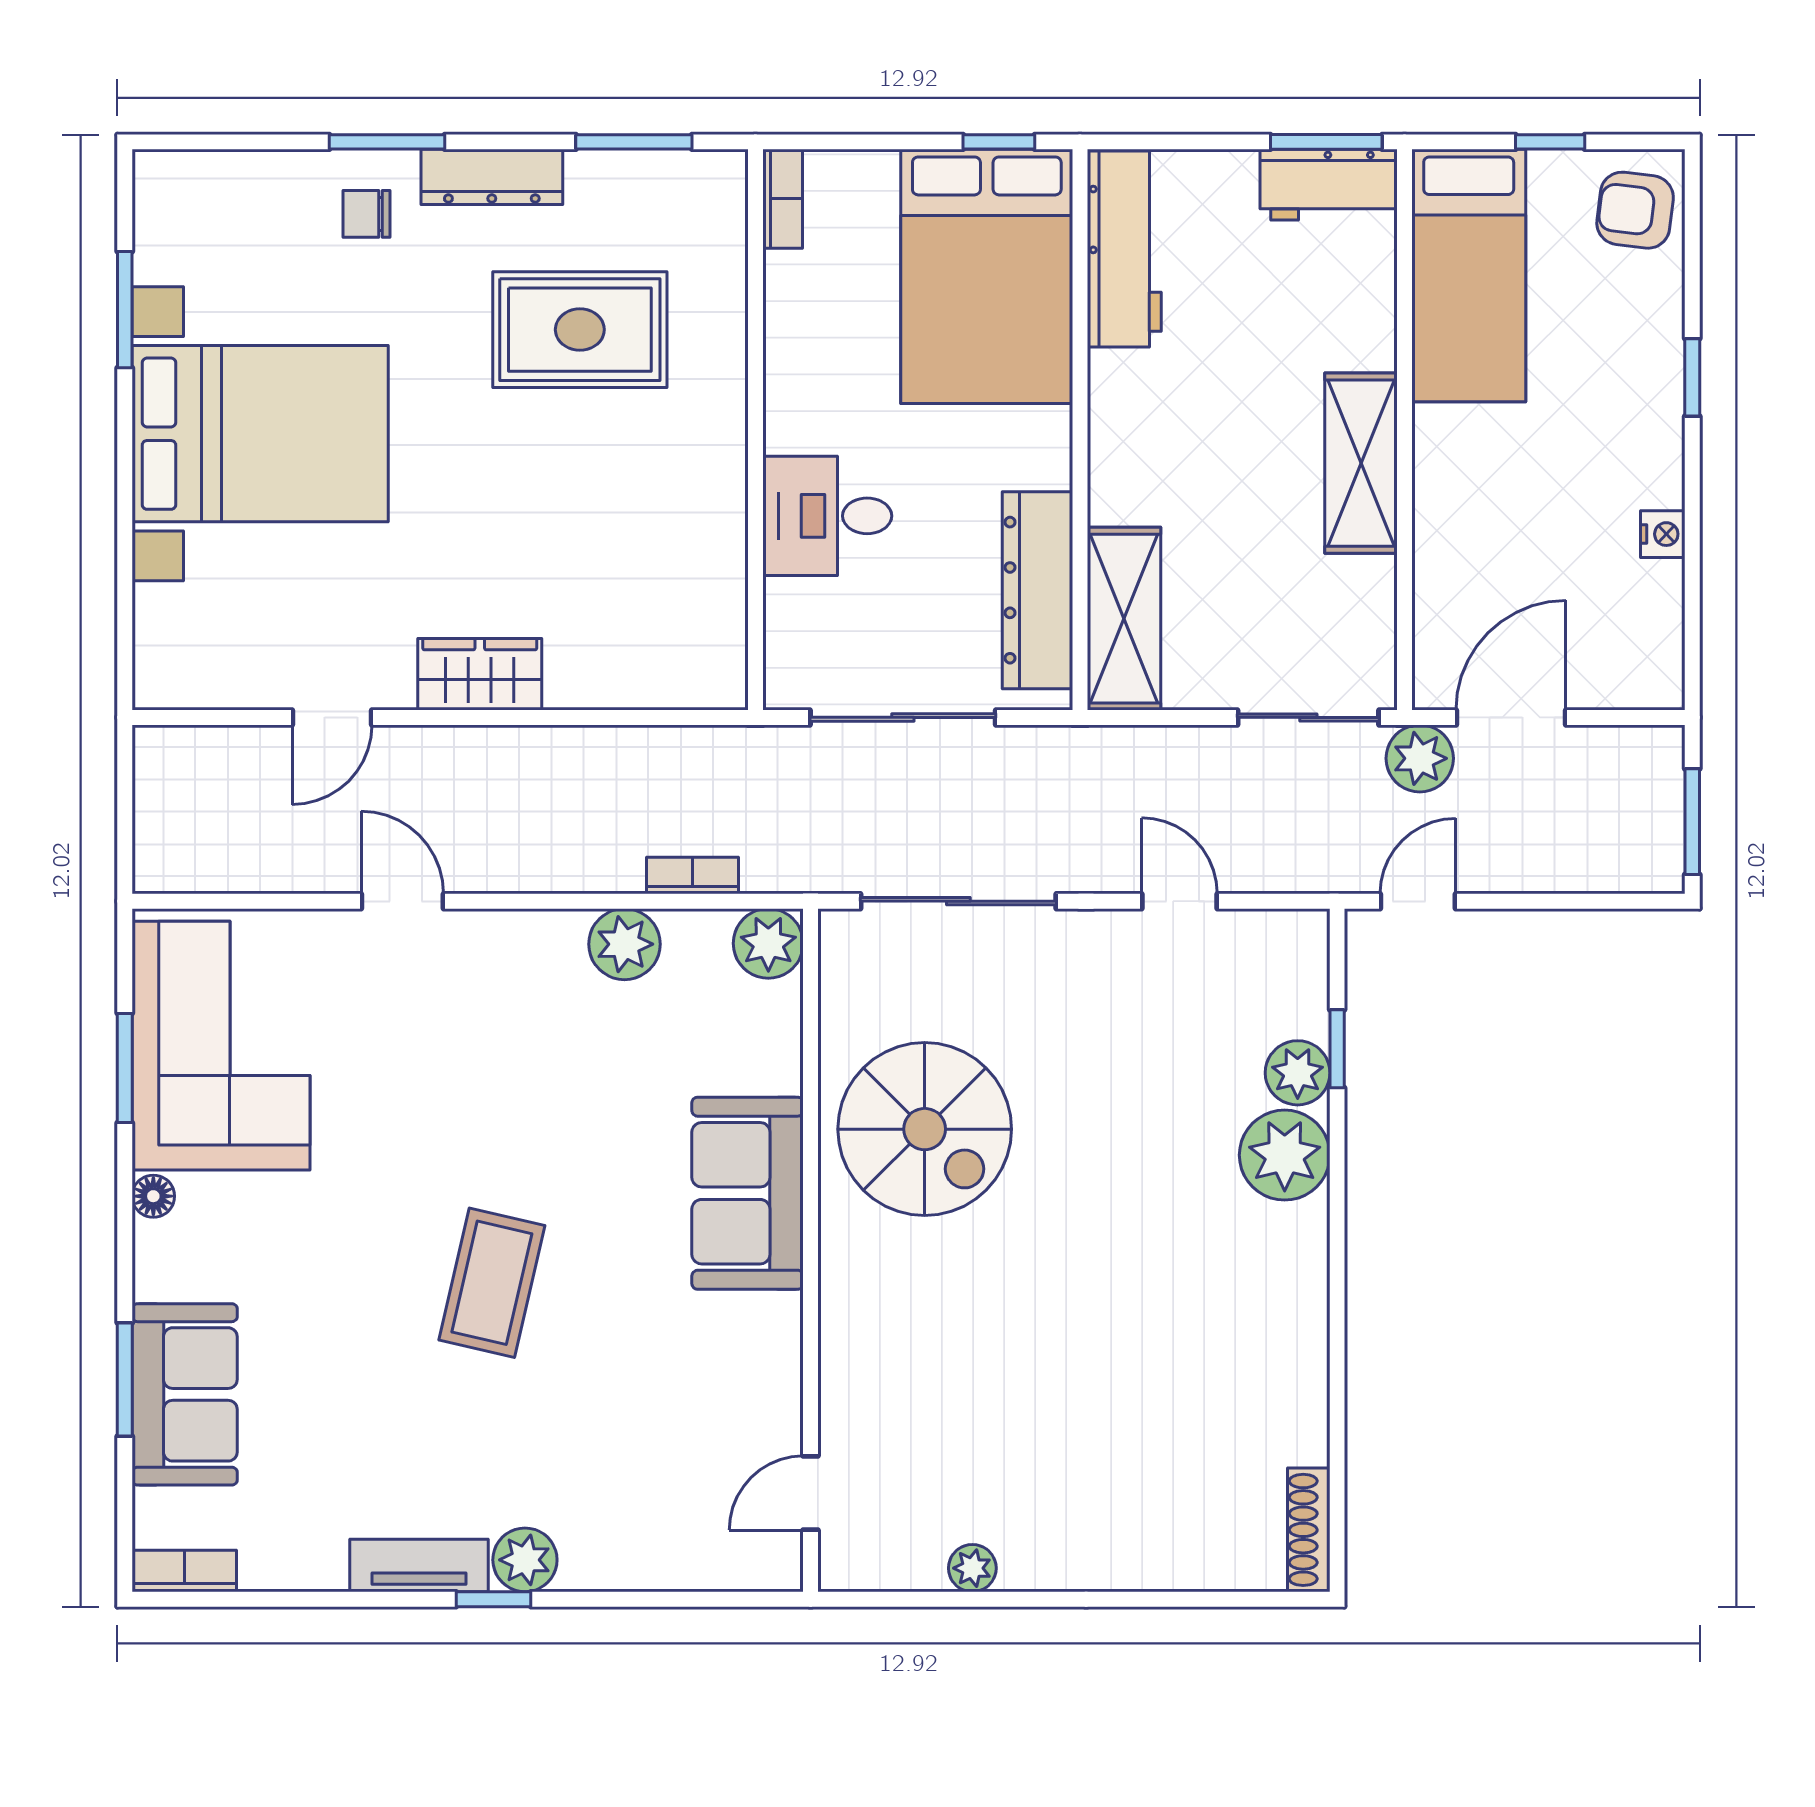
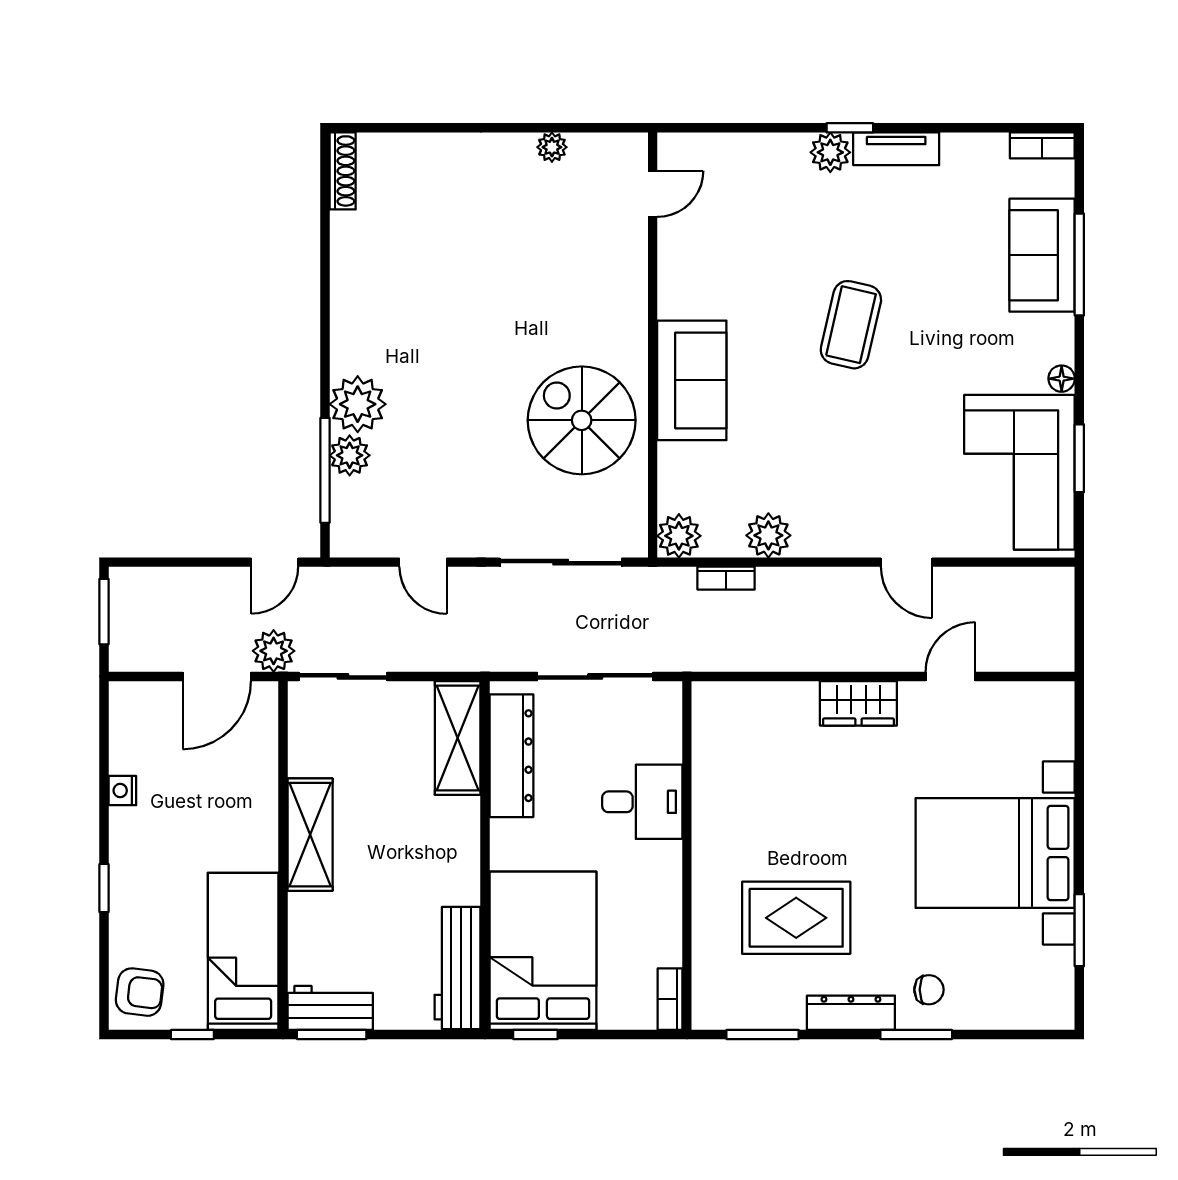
window: (1337, 1049) -> (325, 470), width x2.17
window: (125, 1380) -> (1079, 264), width x1.44

